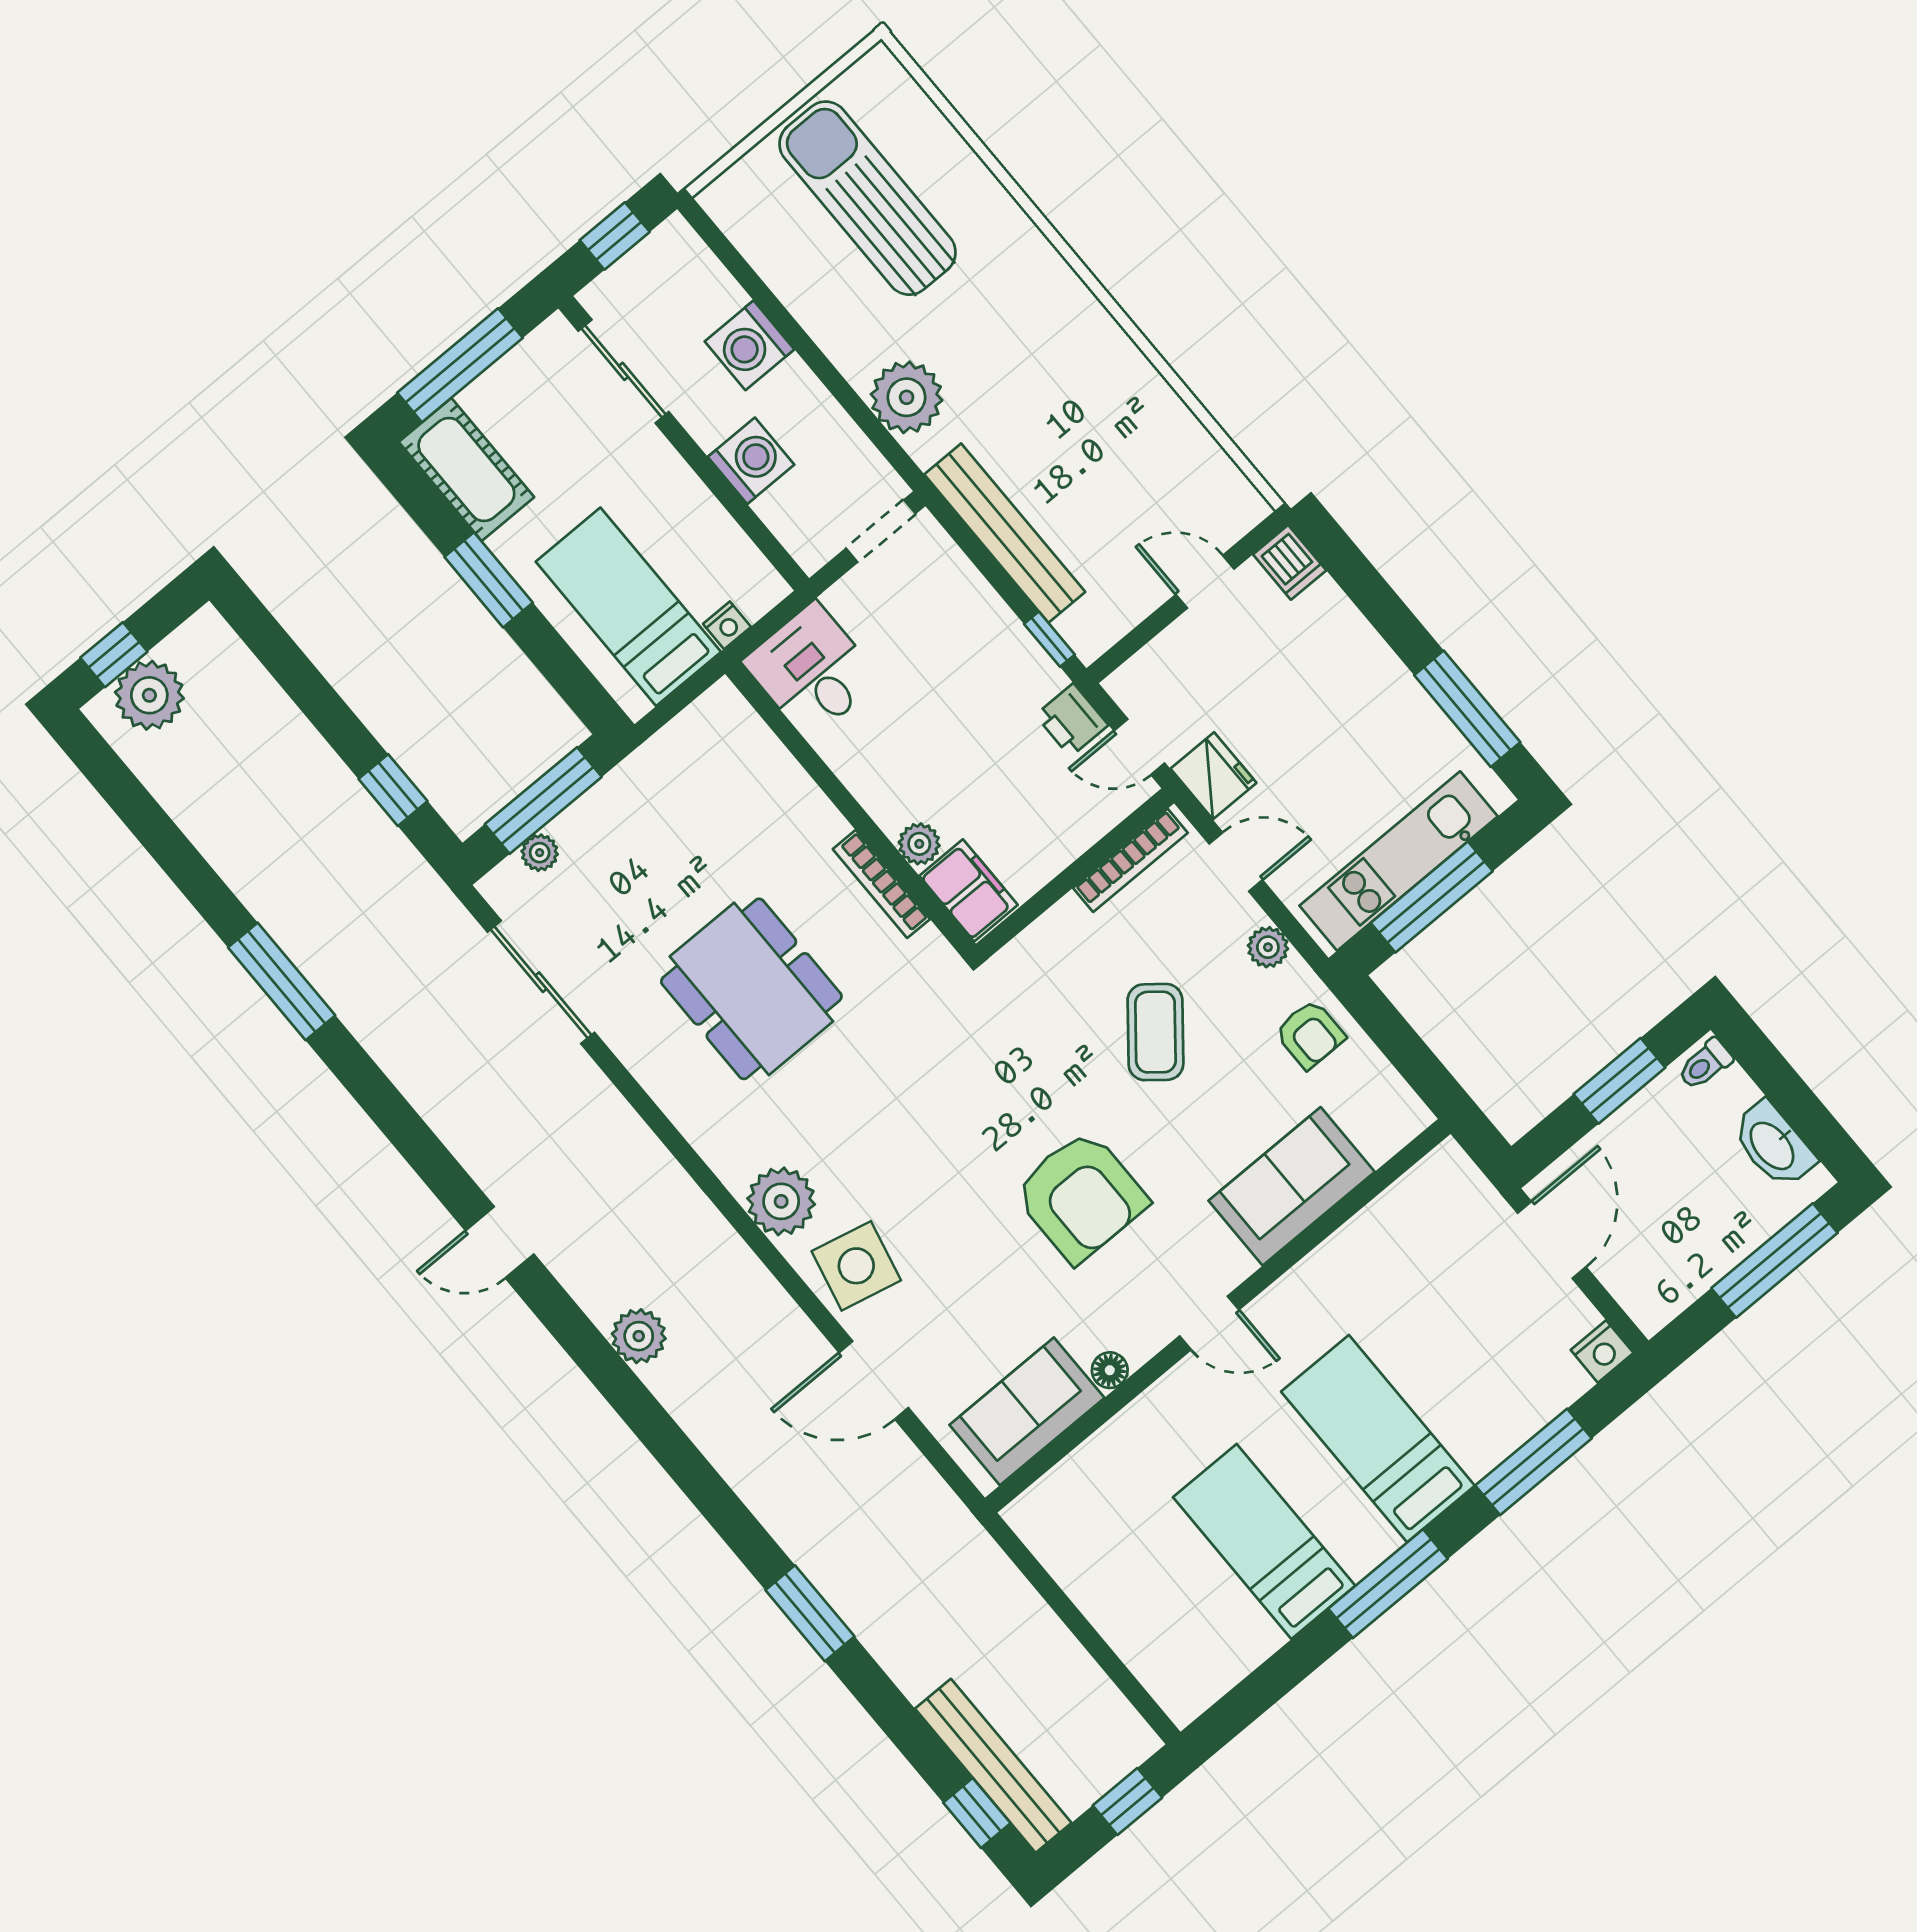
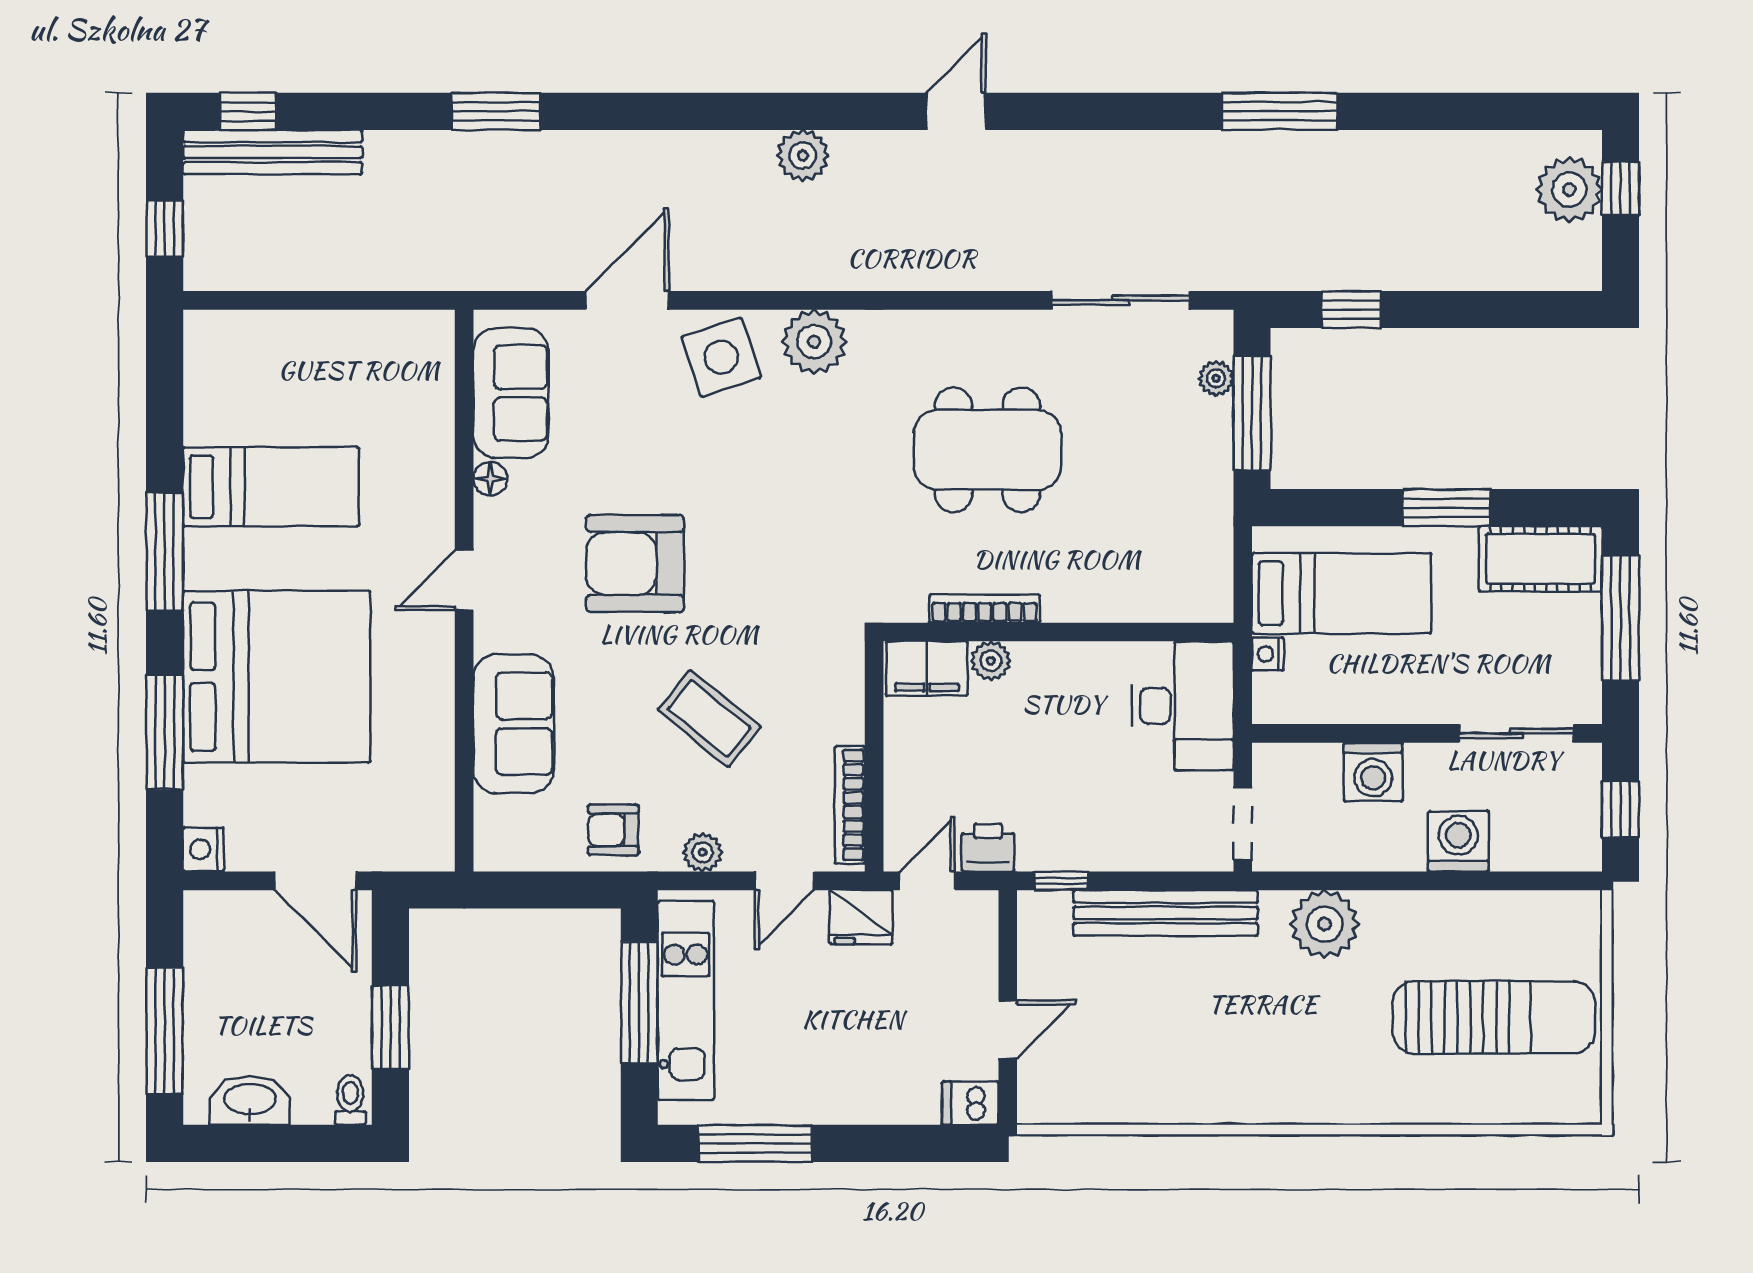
desk: (812, 671) -> (1183, 706), width x1.37
side table: (856, 1266) -> (721, 357), turned -31
bed: (1378, 1439) -> (277, 677), width x2.04

